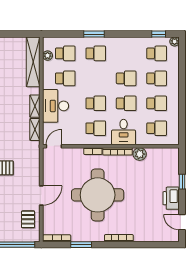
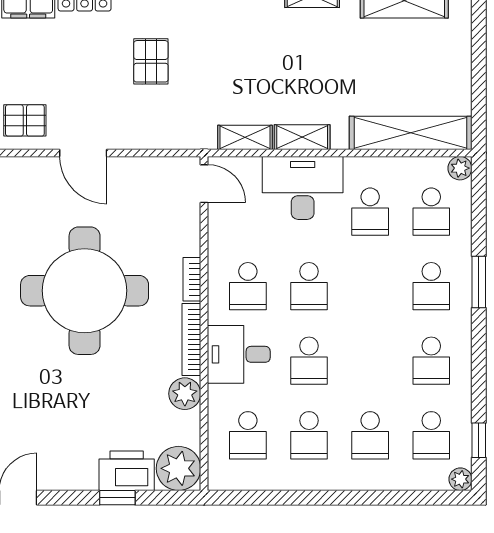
plant: (48, 56) -> (460, 168), moved
school desk: (126, 78) -> (431, 361), moved
plant: (170, 157) -> (179, 468), added
printer: (171, 198) -> (127, 471), moved

